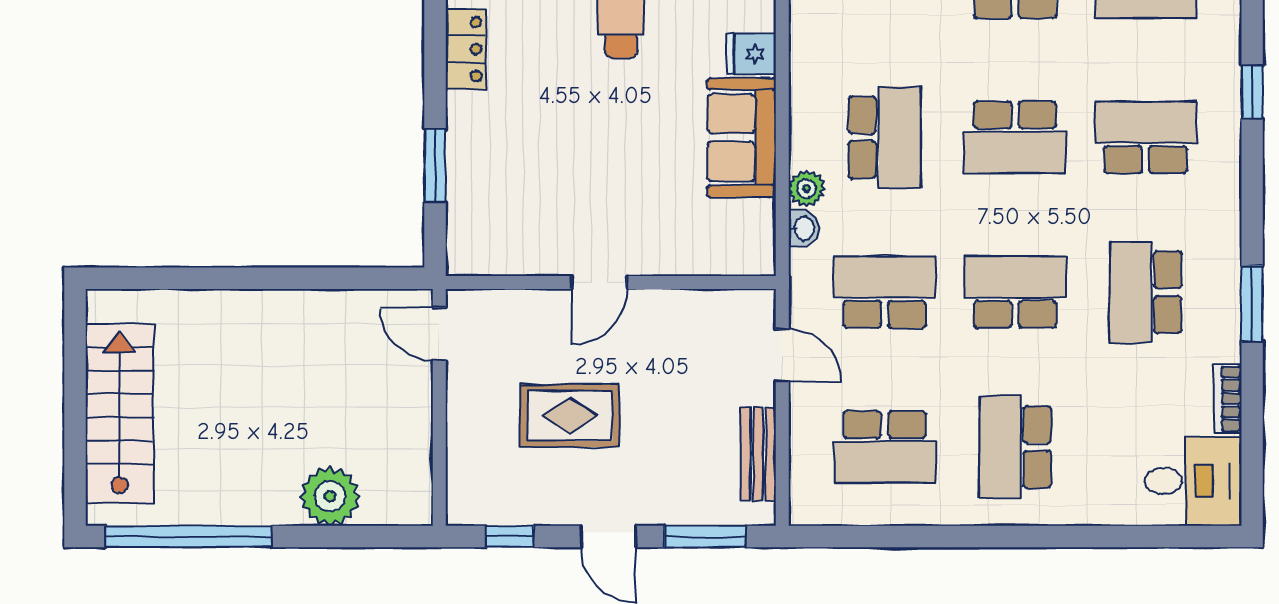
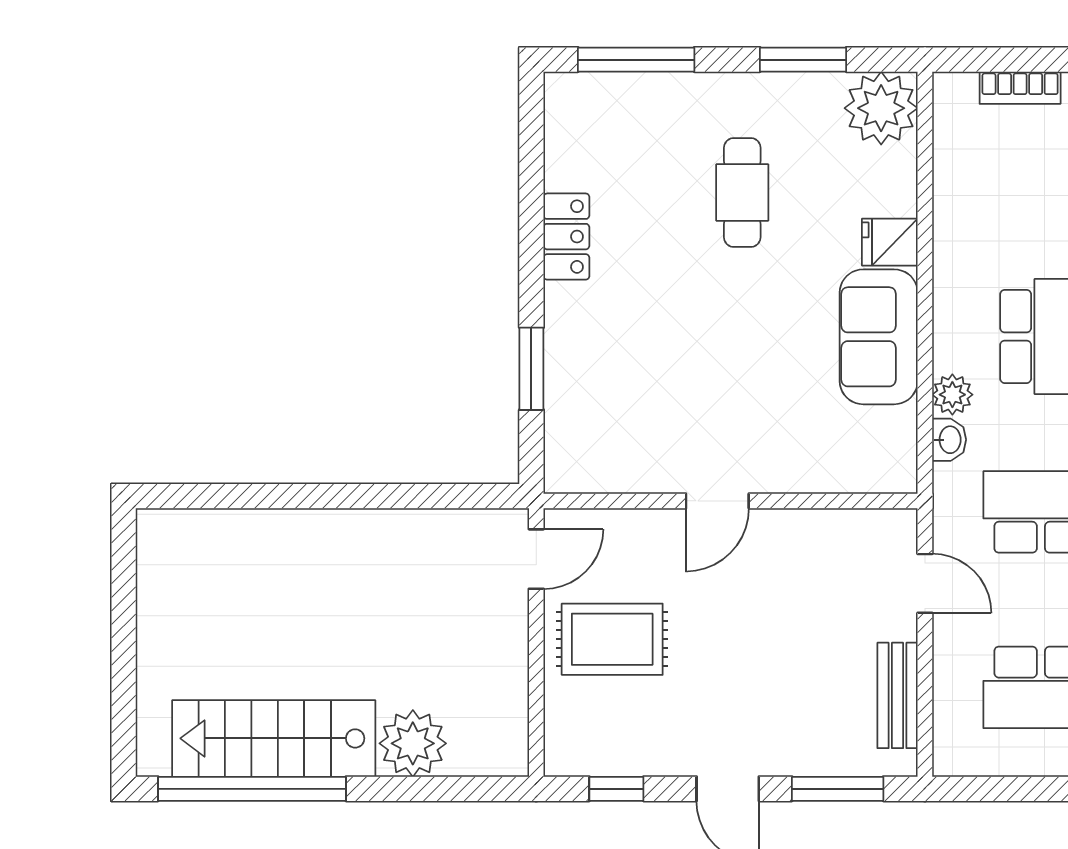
door: (439, 334) -> (536, 559), swing flipped
stairs: (120, 413) -> (274, 738), moved, turned -90
rug: (570, 416) -> (612, 639), moved

